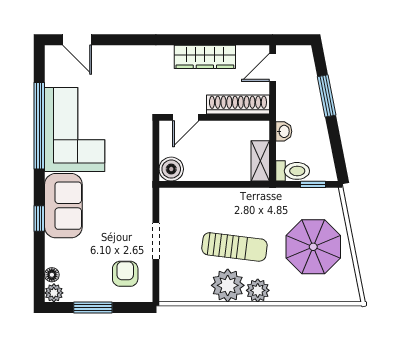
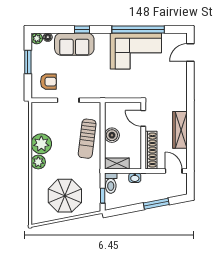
boiler: (171, 169) -> (112, 135), moved
sofa: (63, 206) -> (74, 44), moved
sun lounger: (234, 247) -> (87, 139), moved

